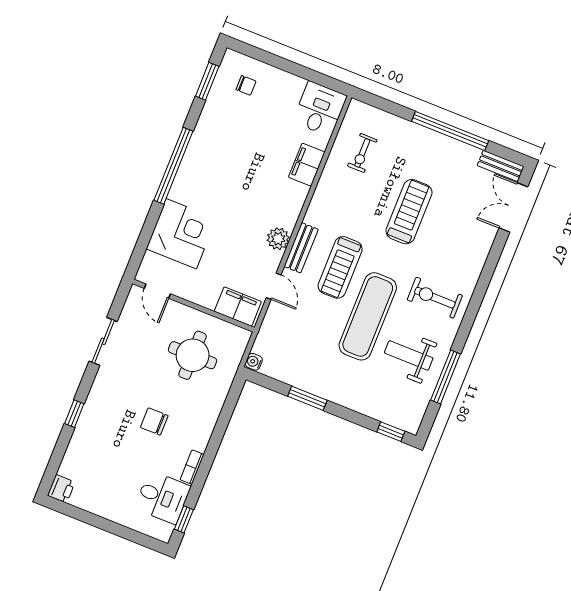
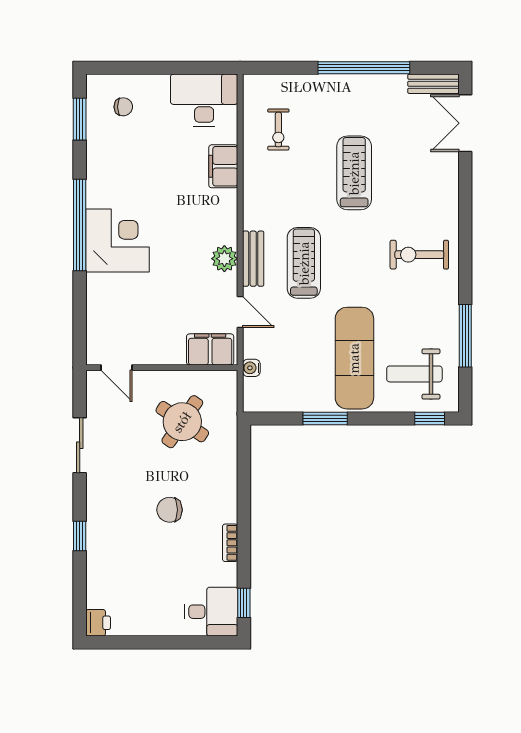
desk: (320, 109) -> (204, 100), width x1.37
corner desk: (181, 234) -> (118, 241), moved
treadmill: (340, 267) -> (304, 263), turned 180
exercise mat: (368, 316) -> (354, 358), moved
round table: (193, 355) -> (182, 422), turned 34
weight bench: (409, 355) -> (414, 374), moved
water cooler: (254, 362) -> (251, 368), moved
desk: (162, 497) -> (211, 612), moved

